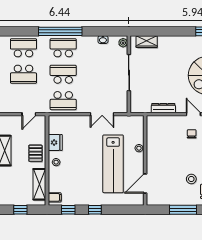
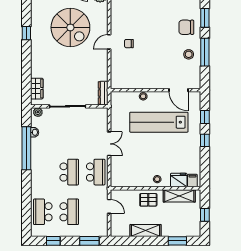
window: (60, 31) -> (26, 148), moved
school desk: (63, 48) -> (43, 172), removed
school desk: (63, 74) -> (69, 172), turned 180
dresser: (163, 108) -> (103, 93), moved
double door: (102, 114) -> (109, 144), moved
fridge: (55, 142) -> (179, 180), moved
lab bench: (113, 164) -> (159, 122), turned 180
stool: (191, 179) -> (189, 54), moved
window: (68, 210) -> (205, 117), moved

